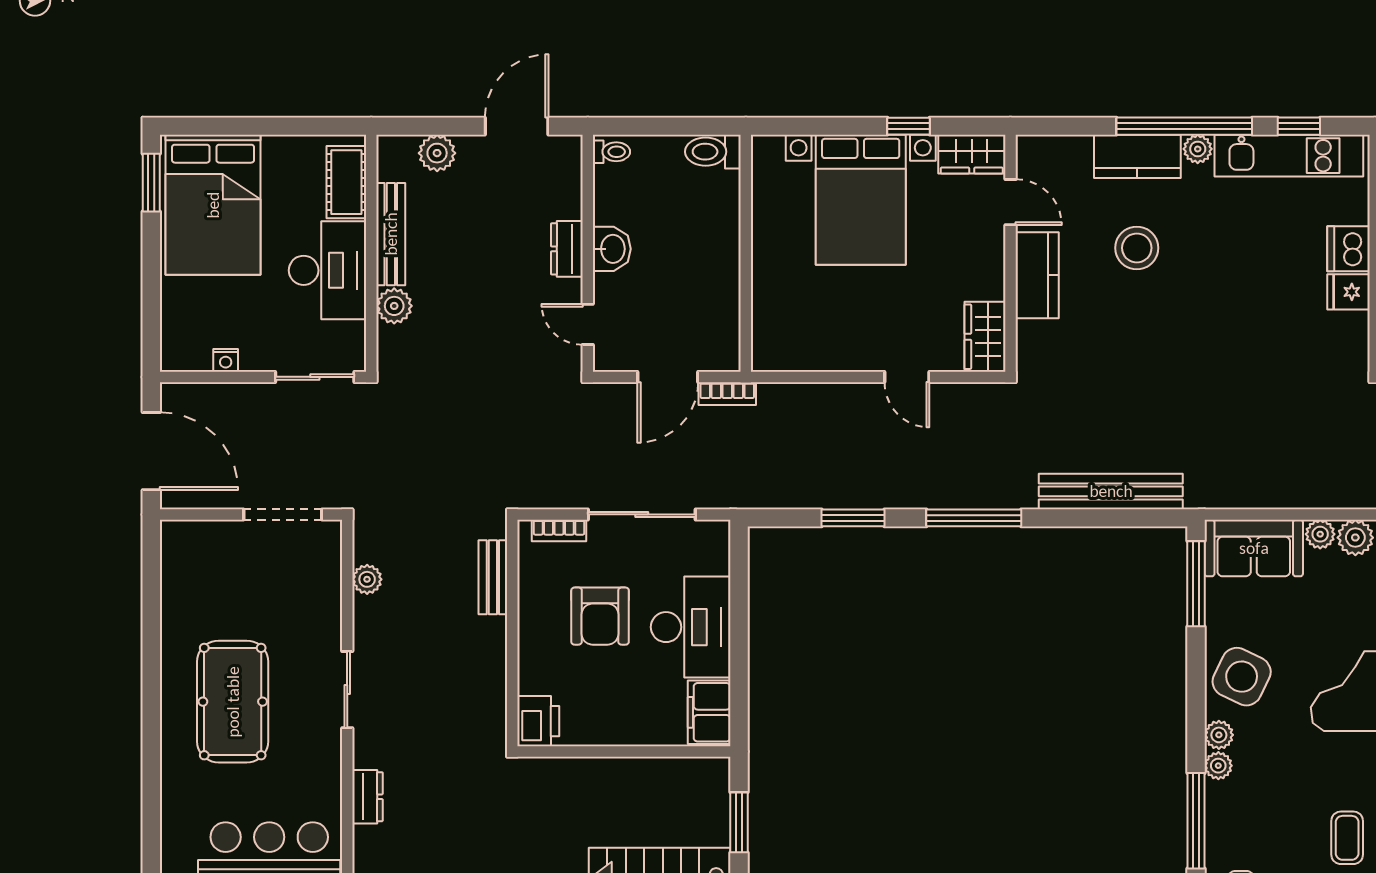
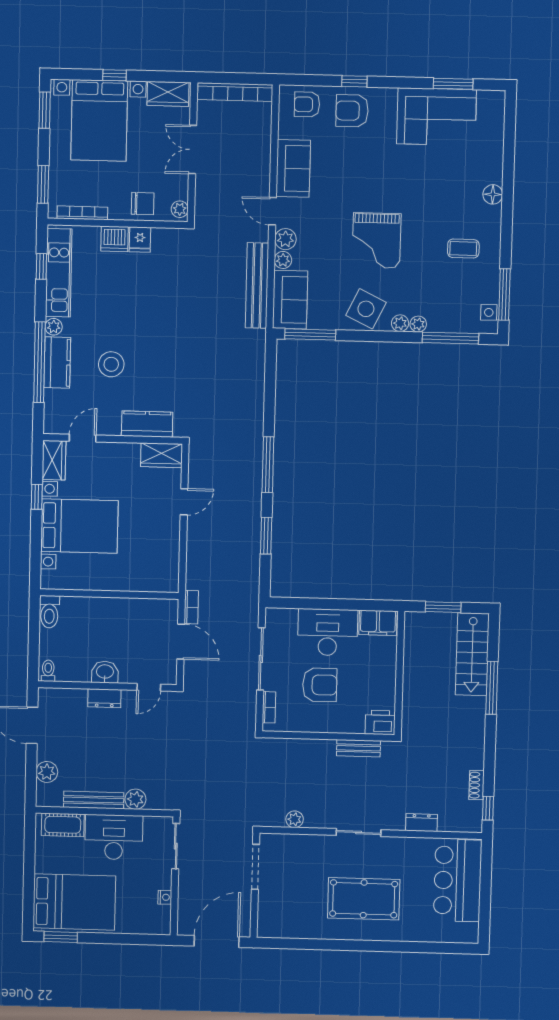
window: (1184, 126) -> (39, 362), moved
kitchen counter: (1037, 275) -> (147, 424), moved
bench: (1111, 491) -> (257, 285), moved
bench: (493, 577) -> (358, 748), moved

